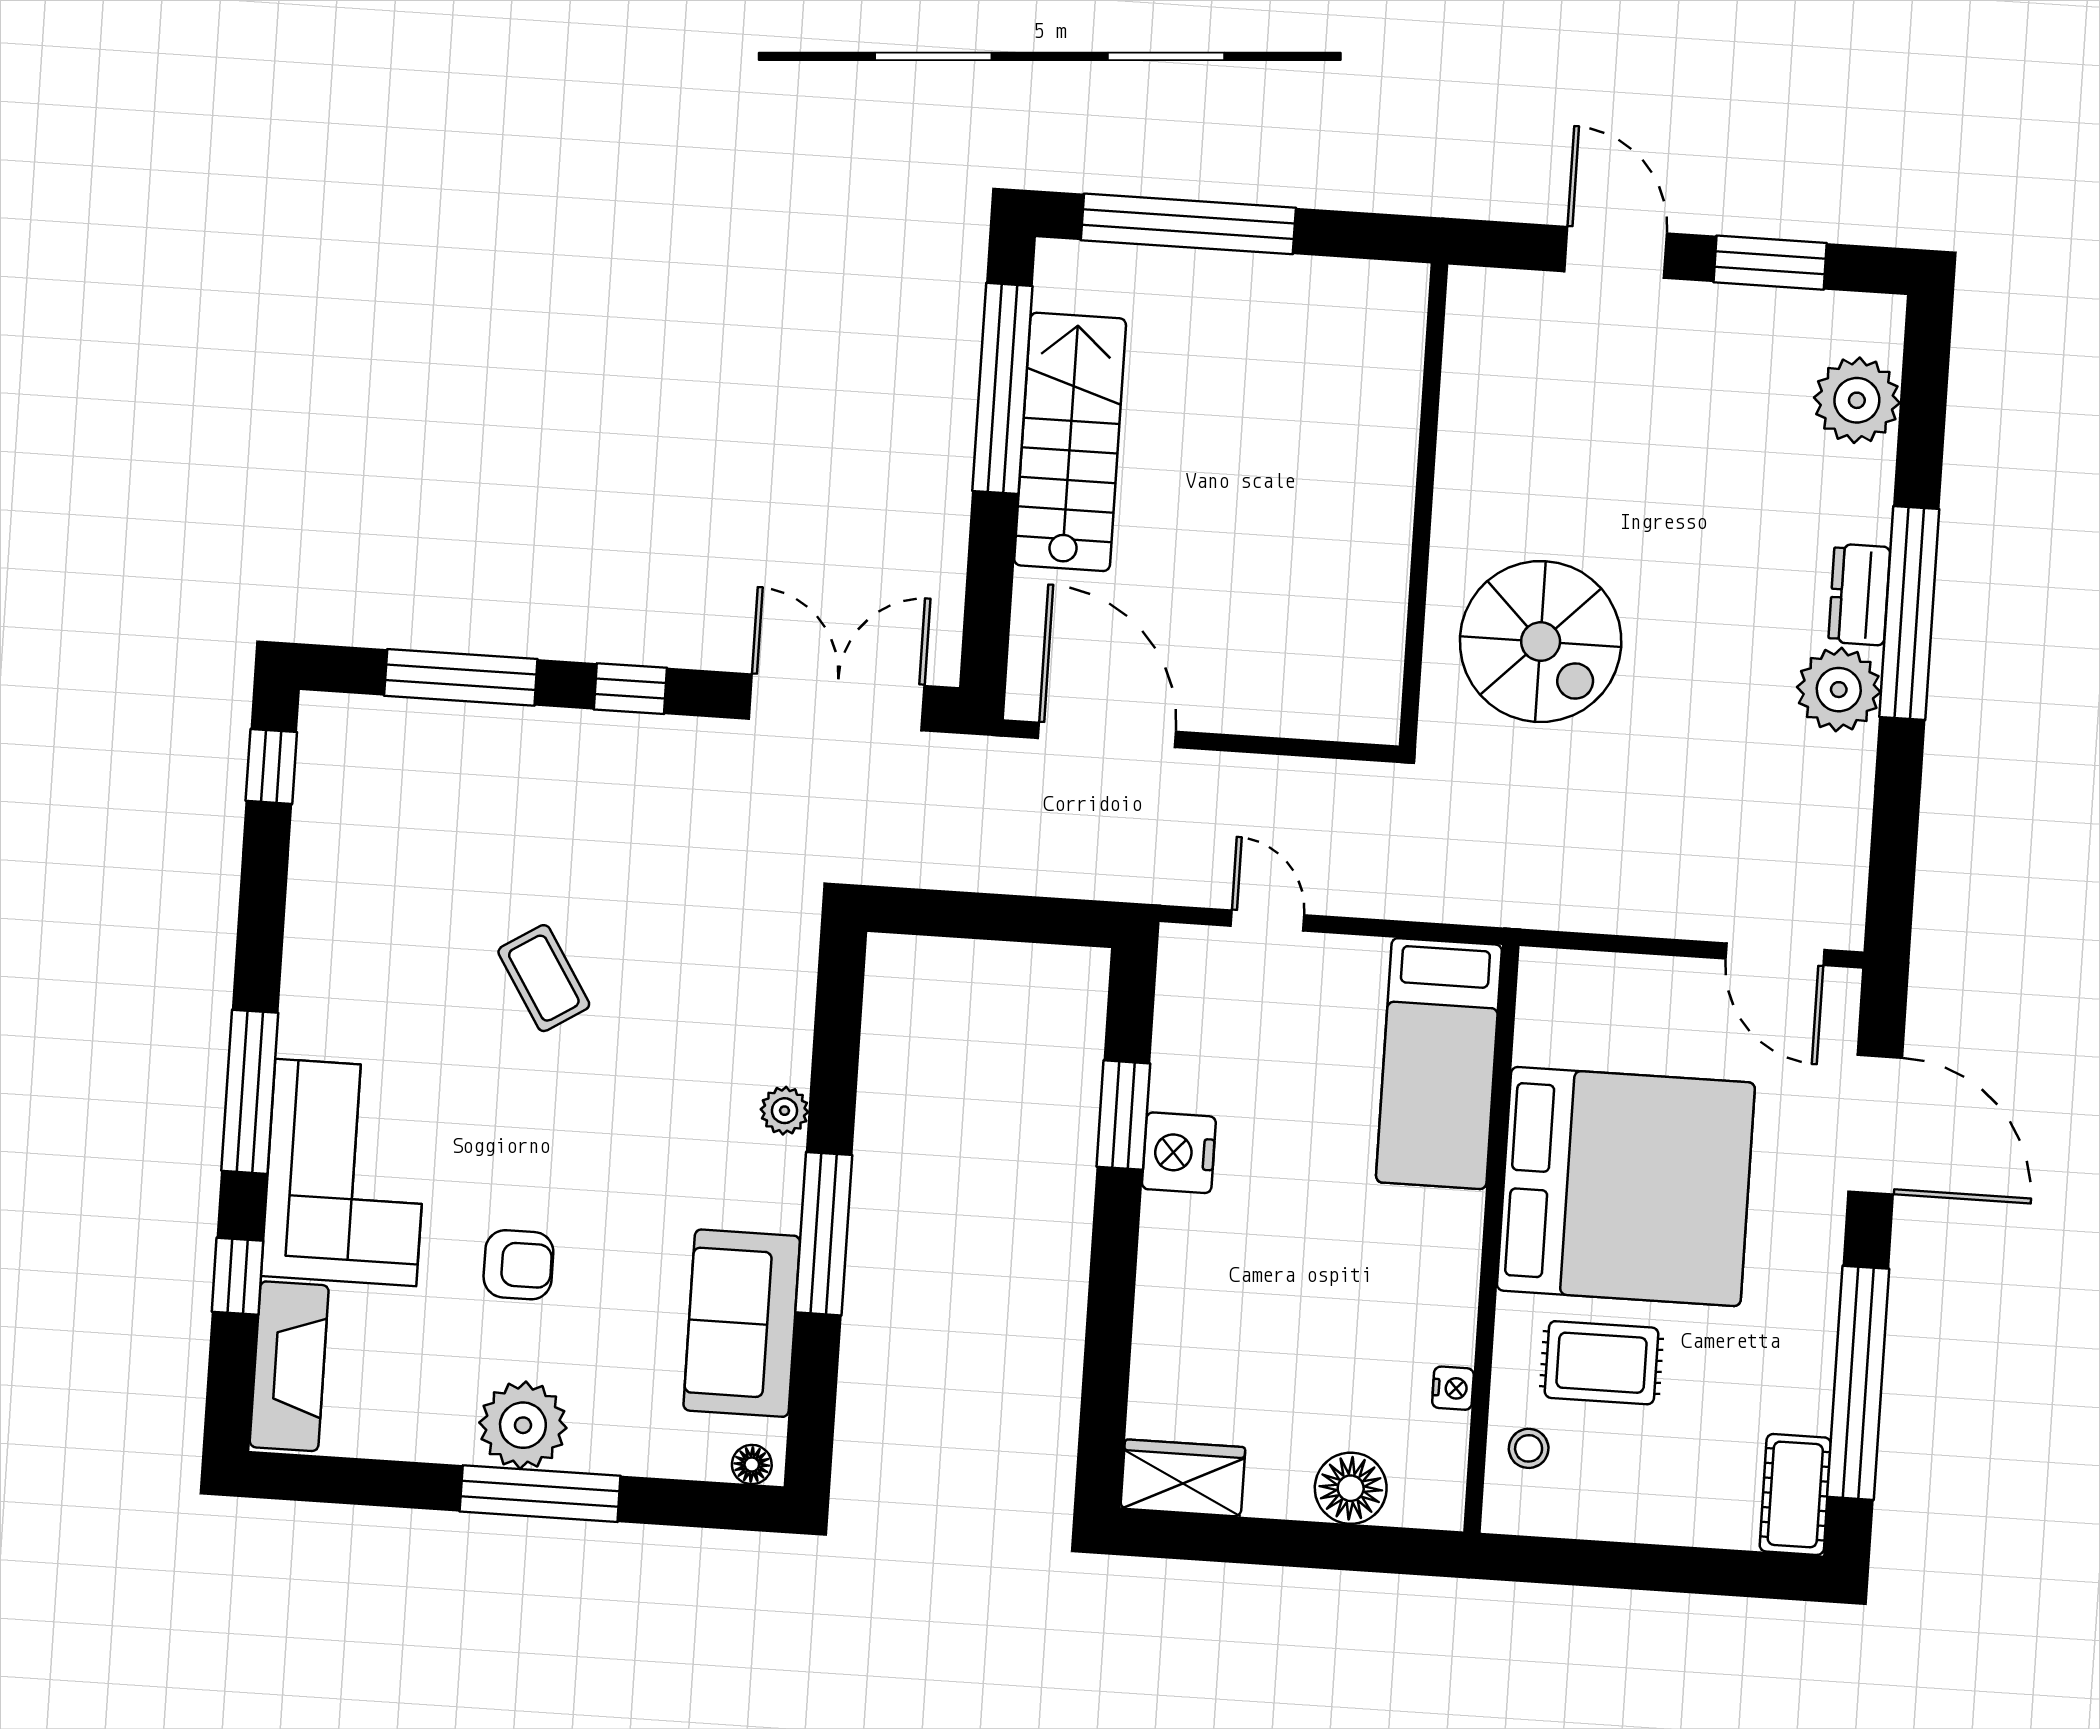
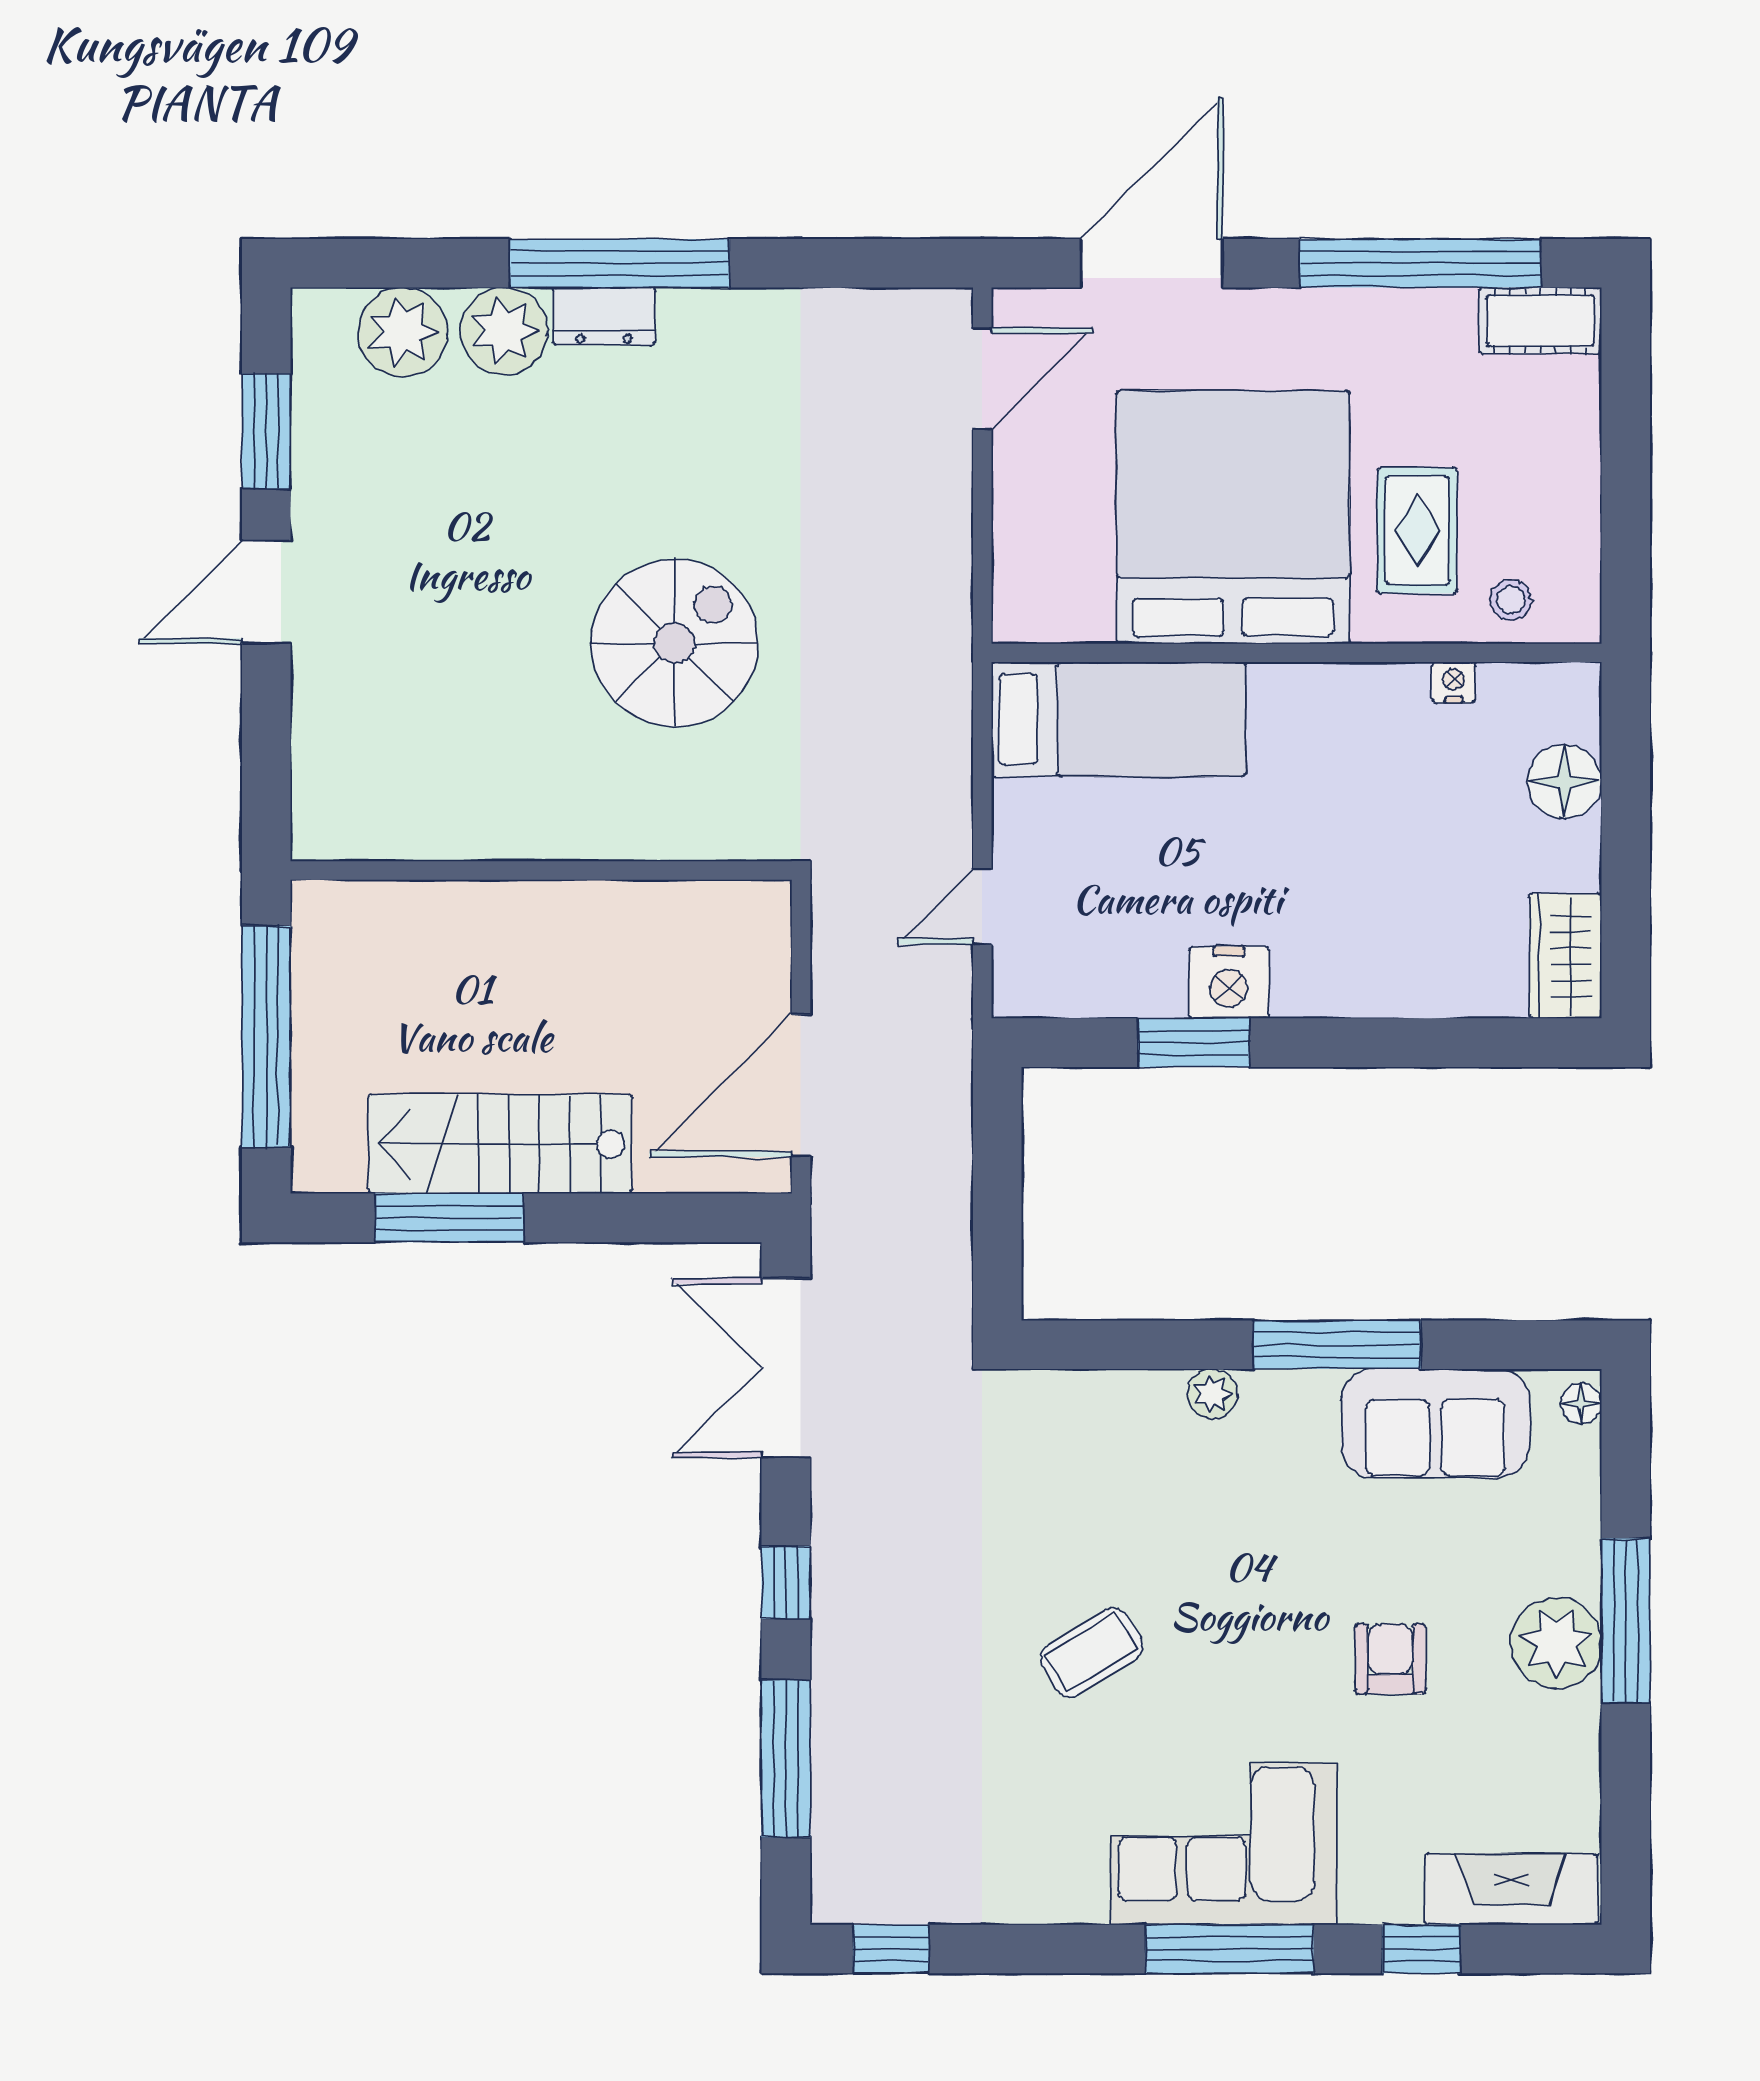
window: (1002, 388) -> (449, 1218), width x0.68
wall: (1423, 505) -> (541, 870), moved
plant: (1839, 690) -> (504, 331), moved
corner sofa: (346, 1173) -> (1224, 1844), moved

